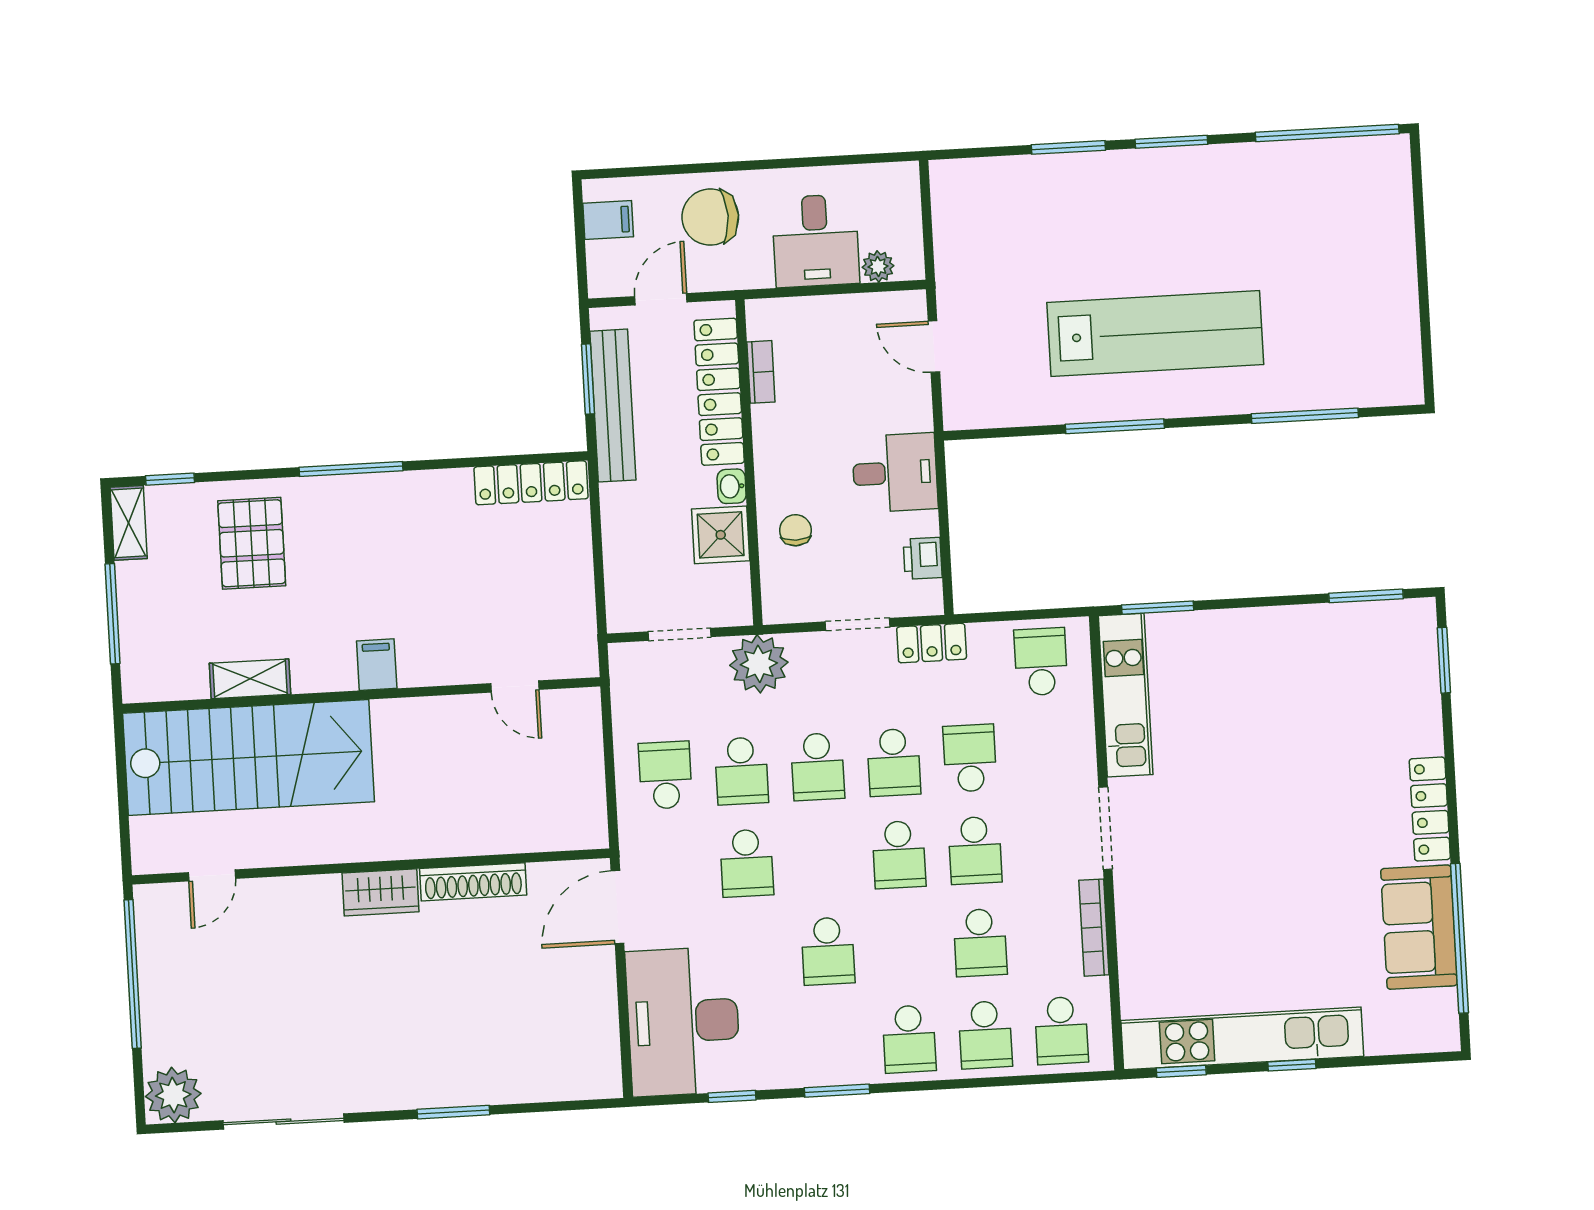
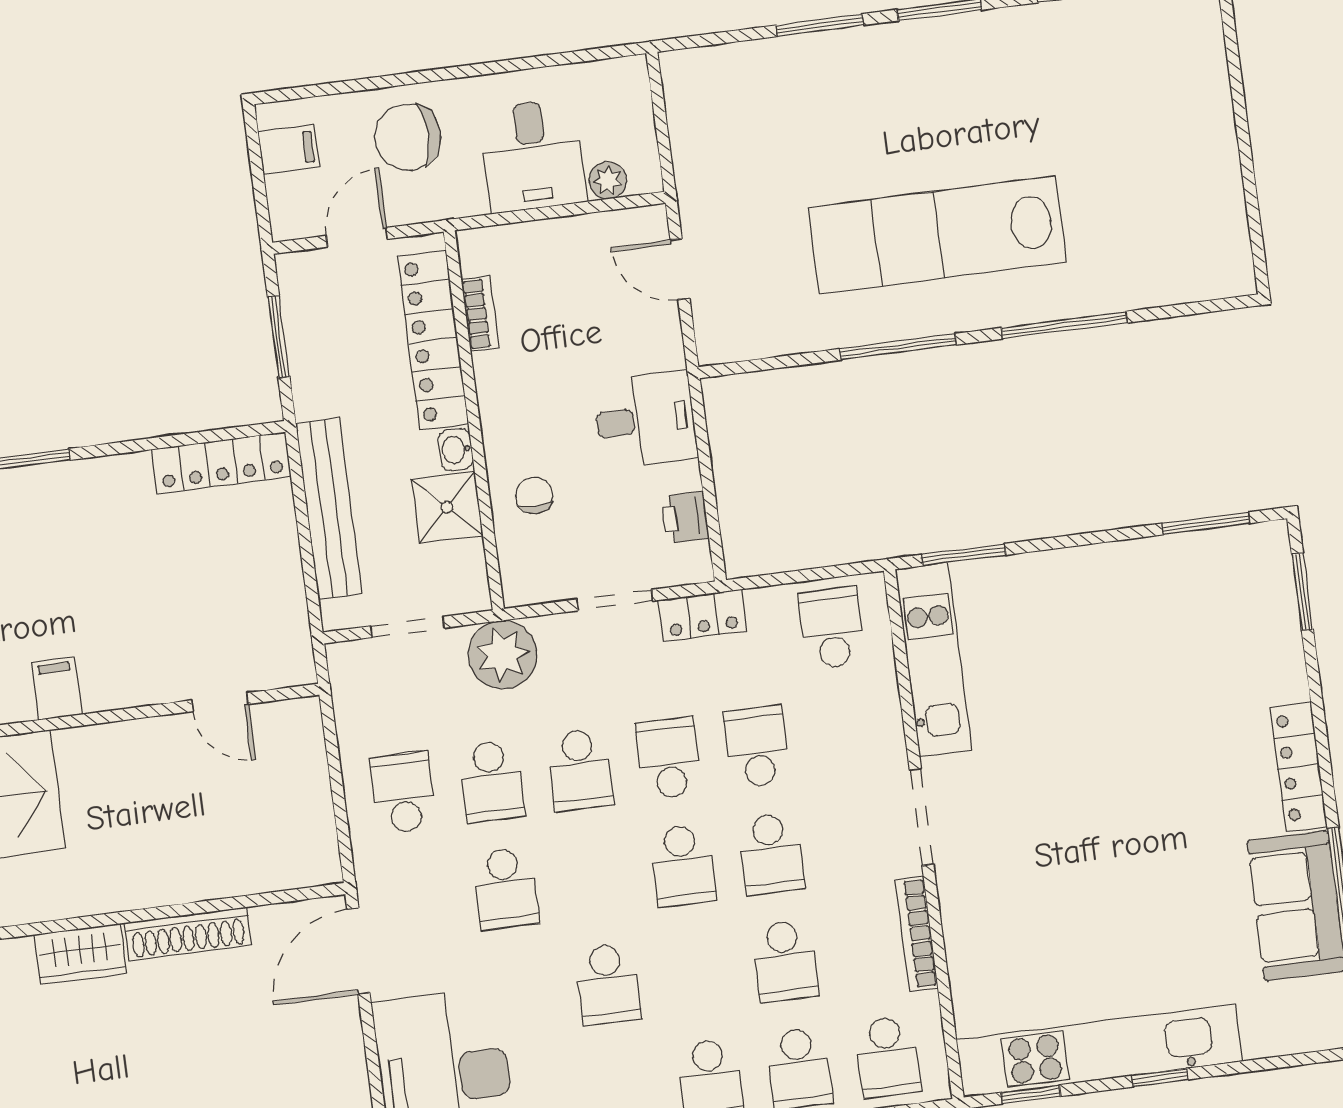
lab bench: (1155, 333) -> (937, 235), turned 180
bench: (613, 406) -> (329, 508), moved
window: (1305, 416) -> (1064, 325), moved
school desk: (894, 762) -> (669, 758), turned 180

